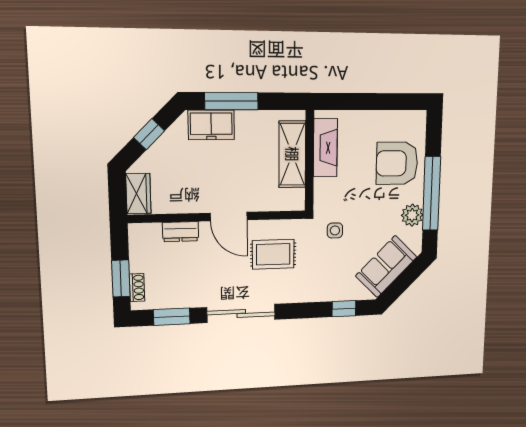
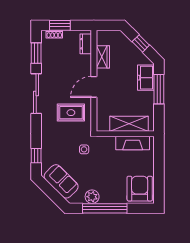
armchair: (397, 163) -> (140, 189), moved
wardrobe: (138, 194) -> (103, 57), moved, turned -90
dresser: (180, 232) -> (86, 44), moved
rug: (273, 254) -> (71, 113), turned 90

